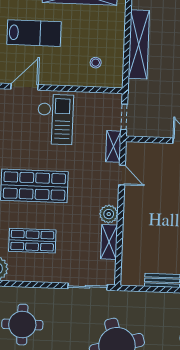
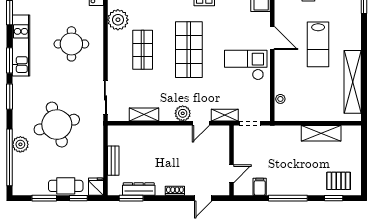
shelving: (139, 44) -> (321, 133), width x0.68
stool: (96, 63) -> (280, 99), moved
checkout: (55, 119) -> (246, 65), turned 180
plant: (109, 214) -> (183, 113), moved

